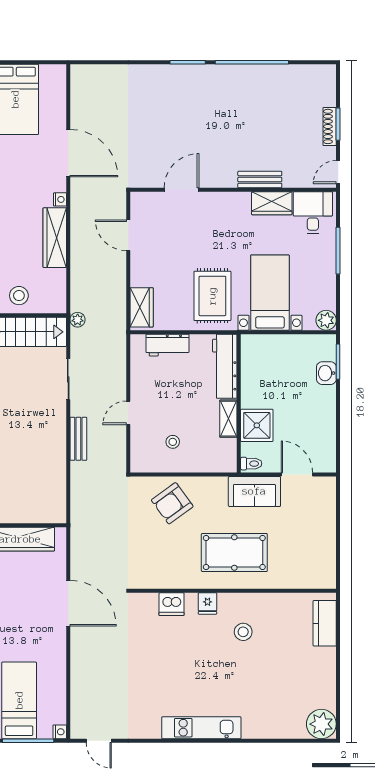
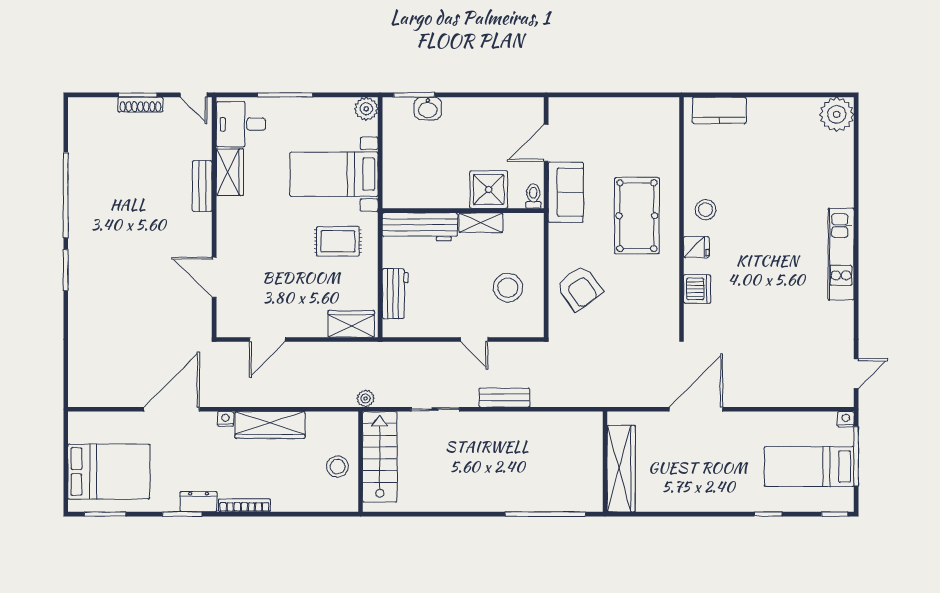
rug: (212, 296) -> (338, 241), width x0.73, depth x0.70
stool: (173, 442) -> (508, 288), width x1.89, depth x1.89
stool: (243, 632) -> (706, 210), moved

